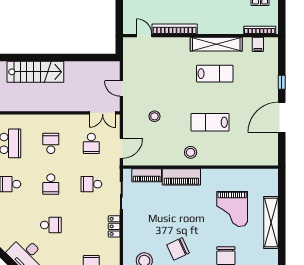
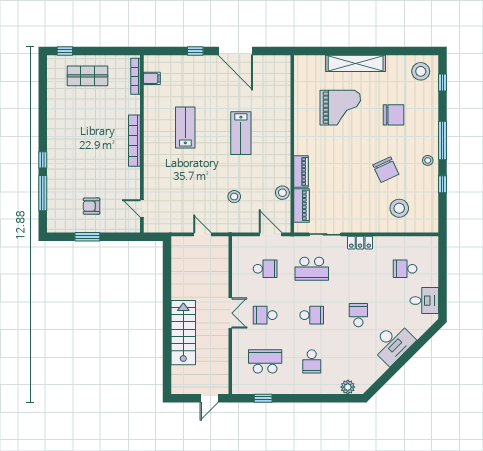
bookcase: (175, 29) -> (134, 141), moved
door: (144, 36) -> (142, 208), hinge flipped
shelving: (216, 44) -> (152, 126), removed
door: (121, 89) -> (202, 234), swing flipped
double door: (103, 113) -> (230, 313), moved
stool: (191, 152) -> (282, 193), moved
piano: (181, 177) -> (301, 172), width x0.73, depth x0.75
school desk: (91, 184) -> (312, 269), width x1.85

